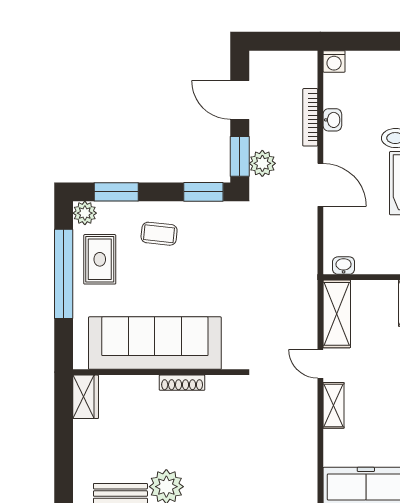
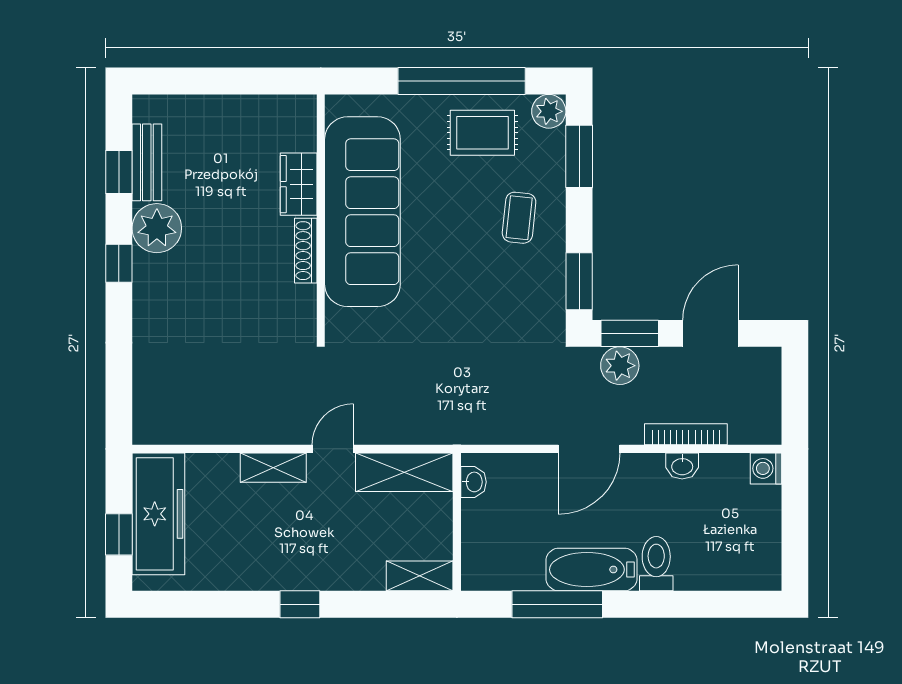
wardrobe: (86, 397) -> (299, 184), moved, turned 90

